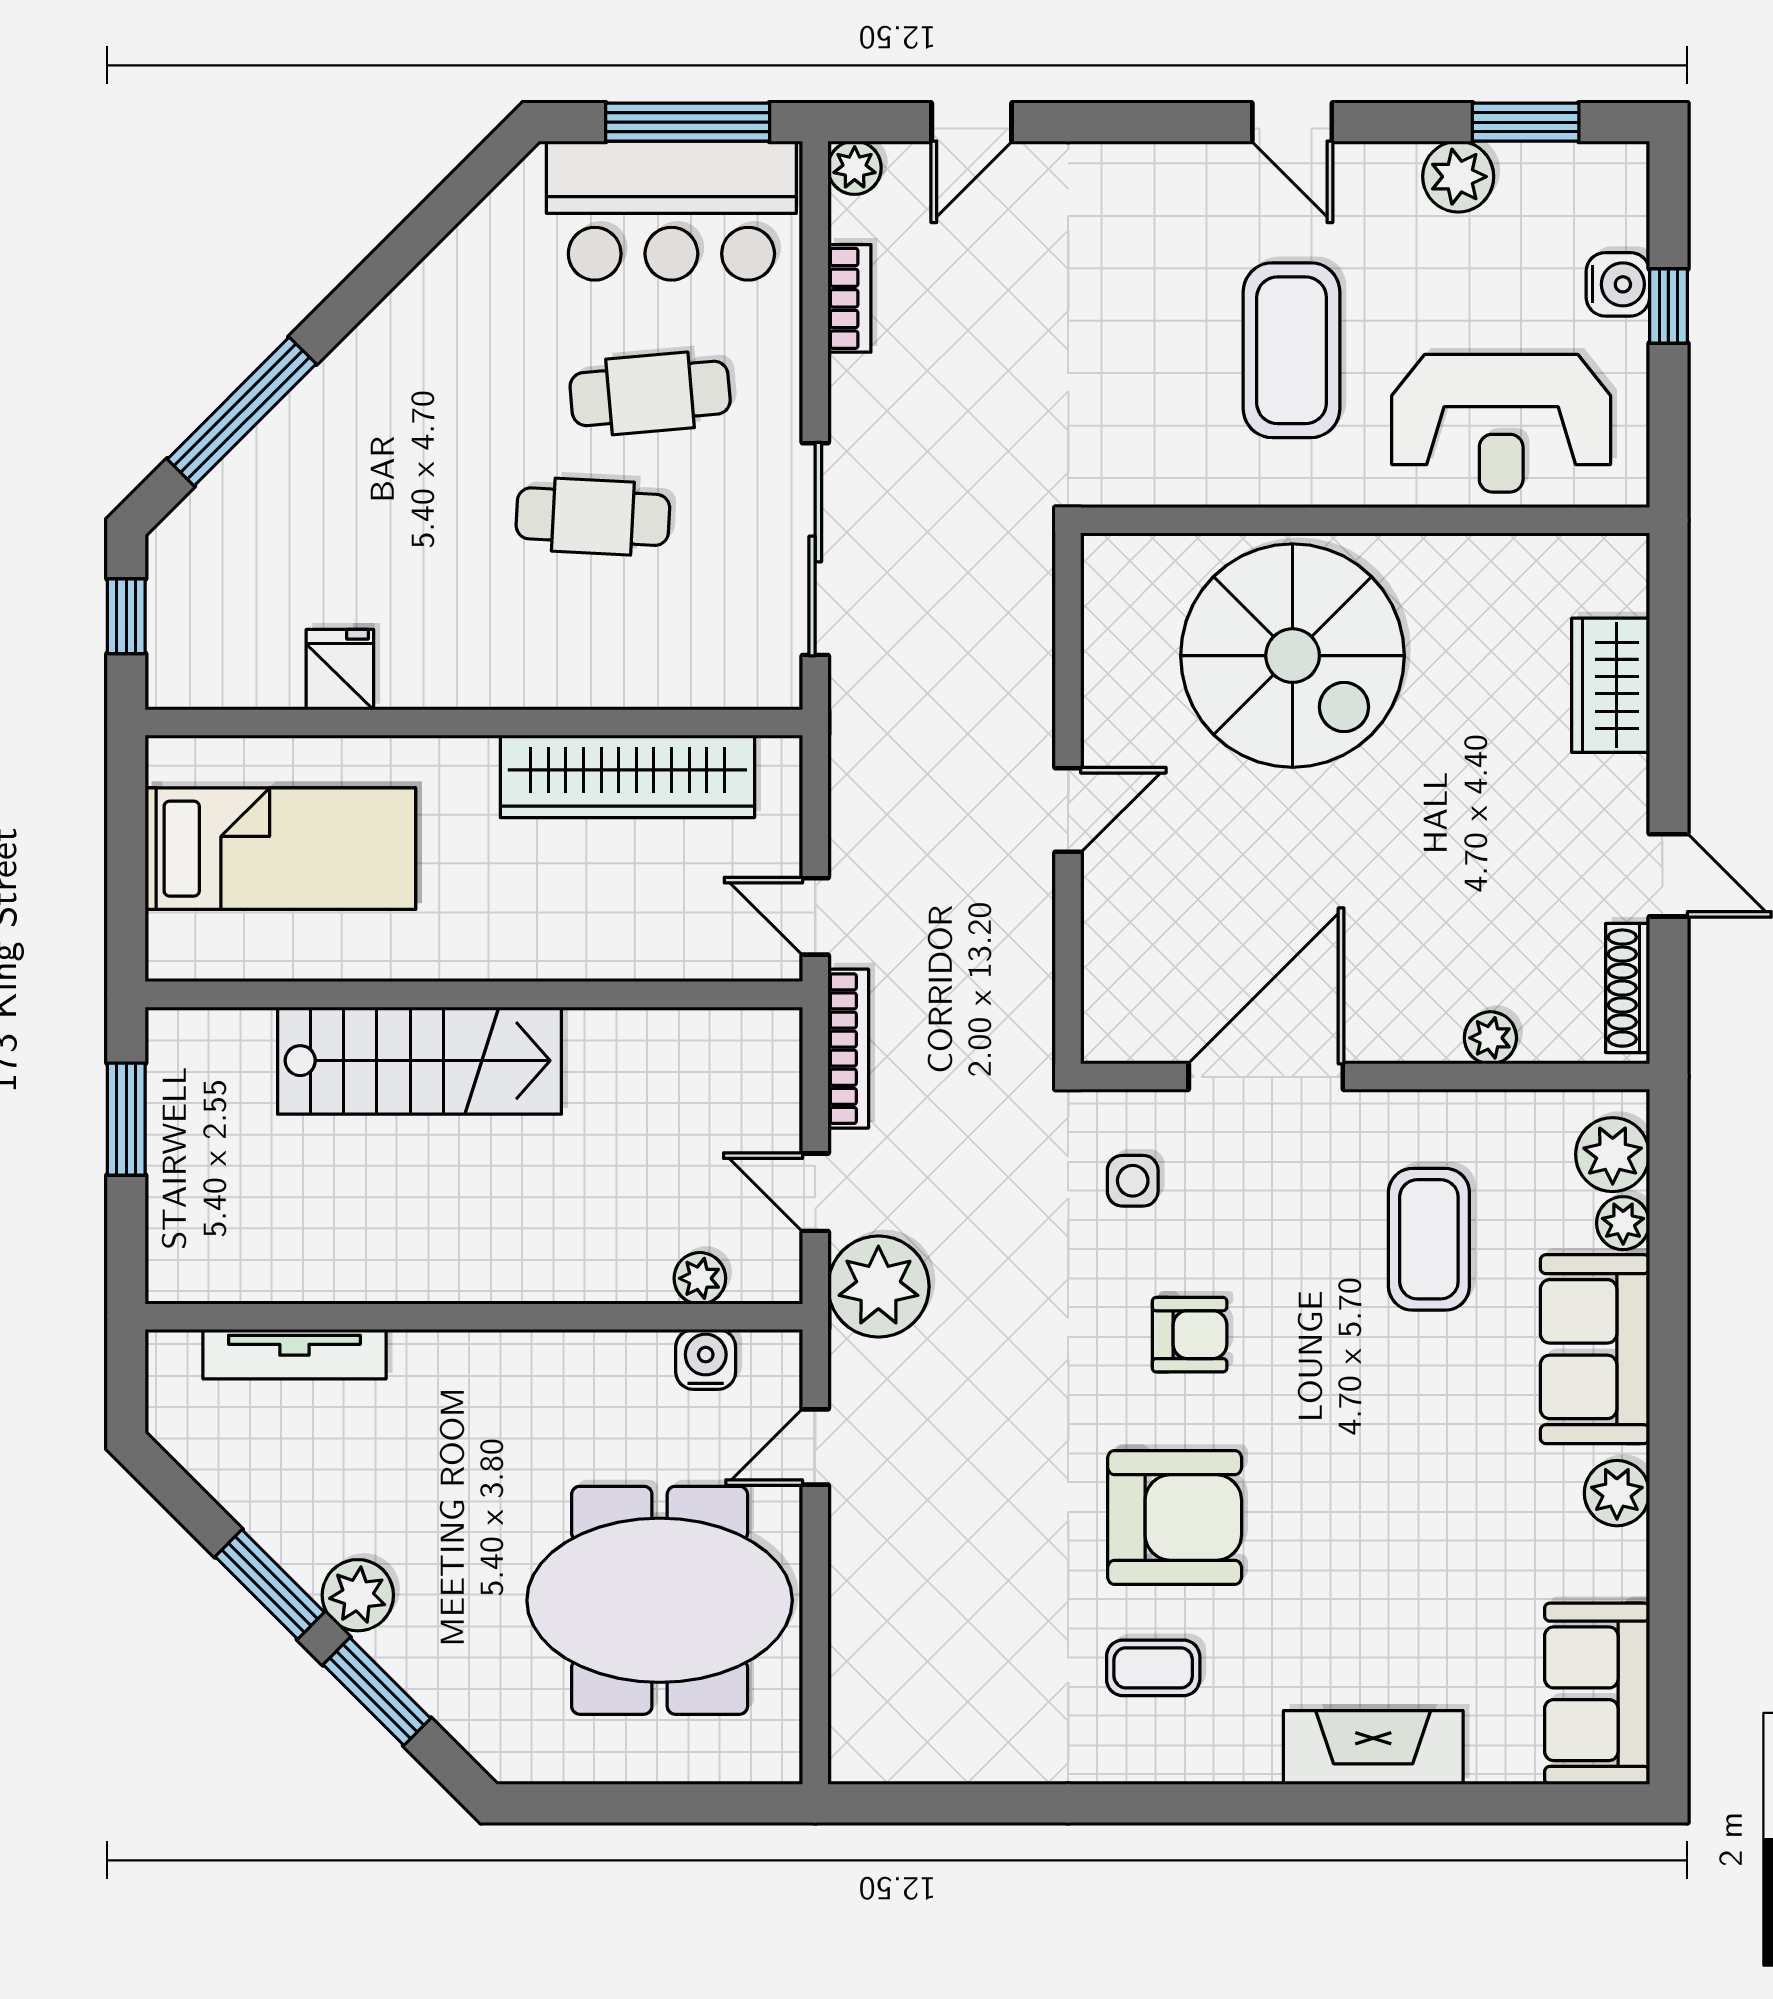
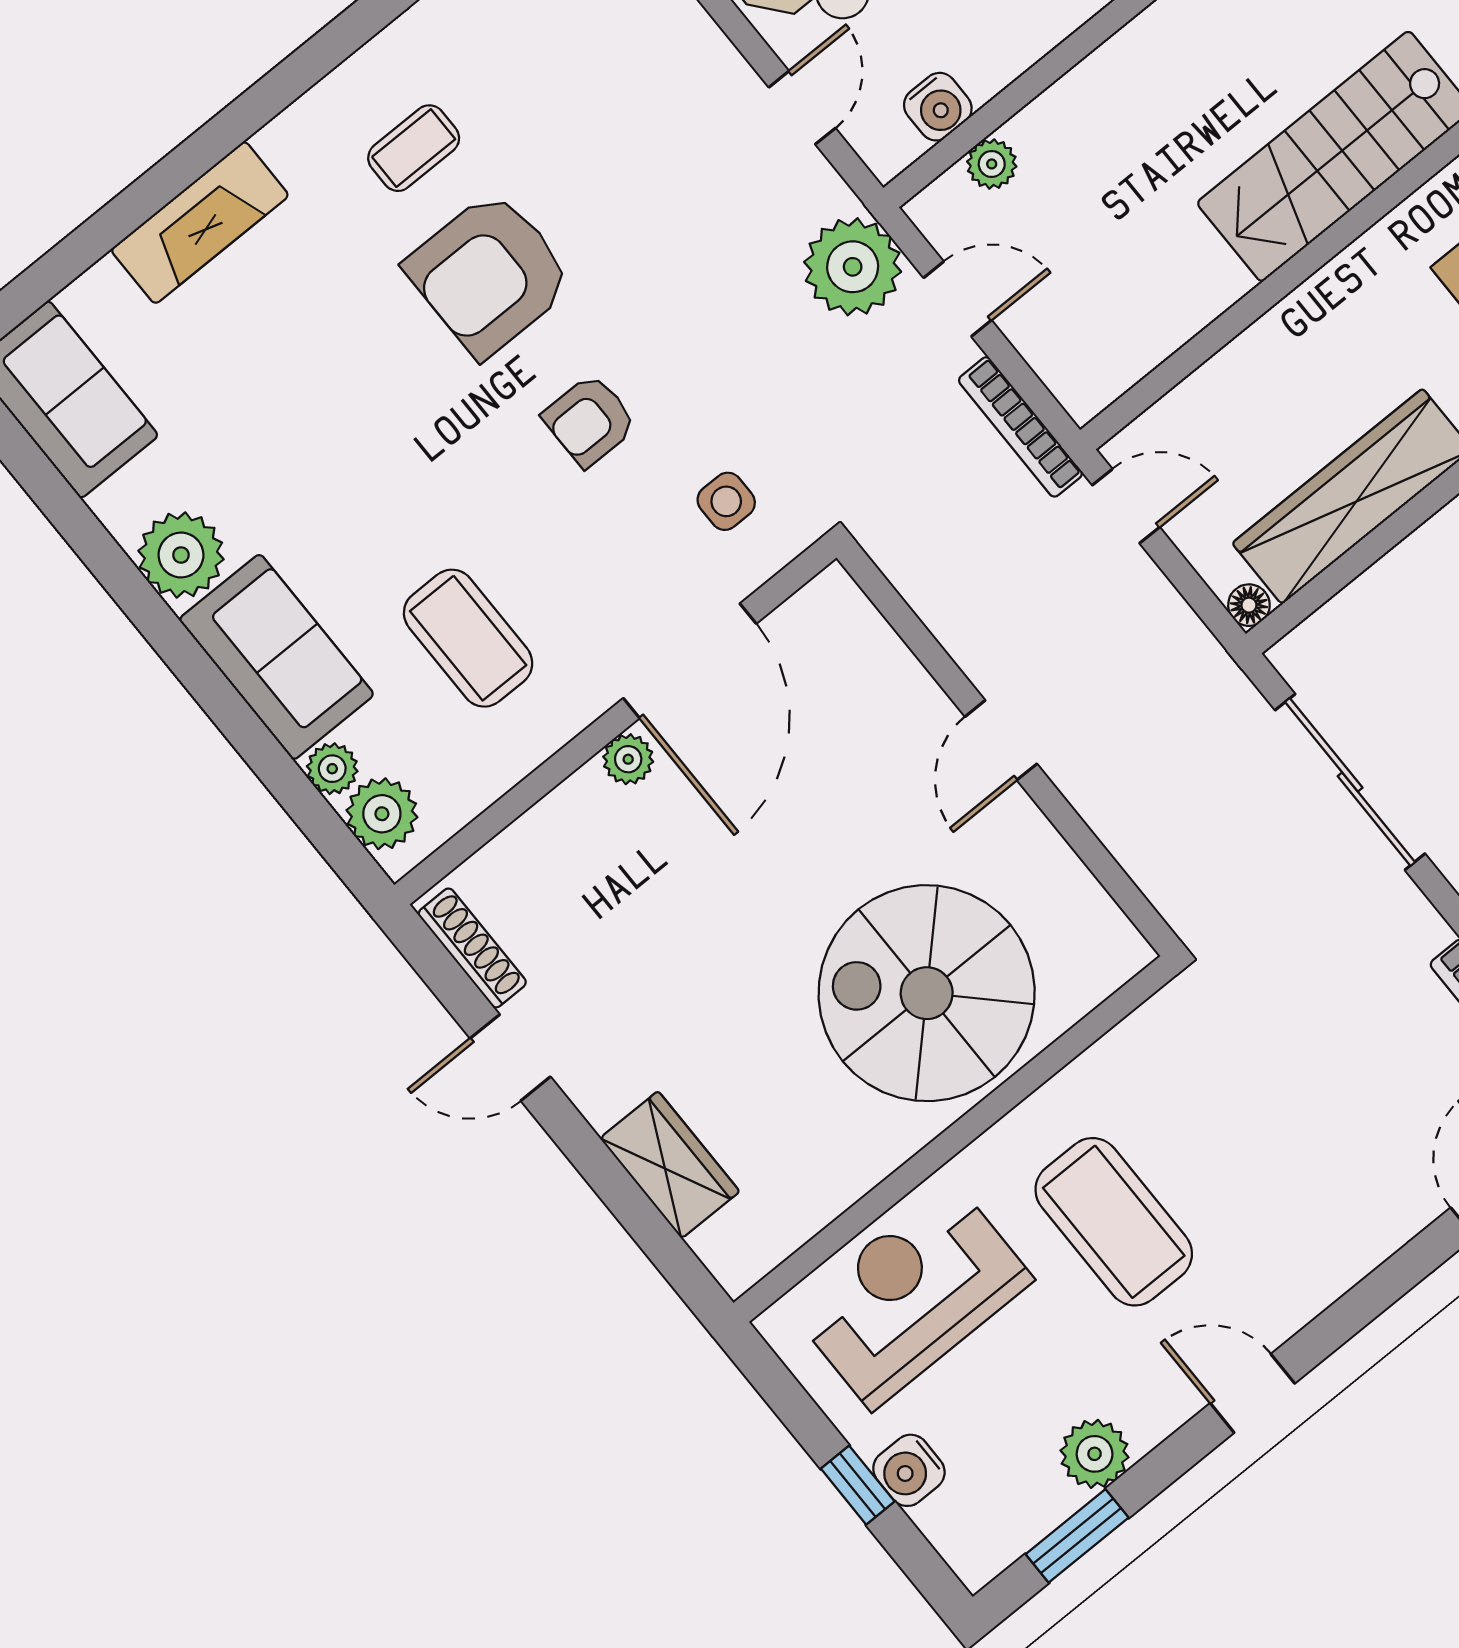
floor lamp: (781, 757) -> (1249, 605), added
plant: (1490, 1038) -> (628, 759), moved
plant: (1617, 1493) -> (181, 555), width x1.36, depth x1.36

